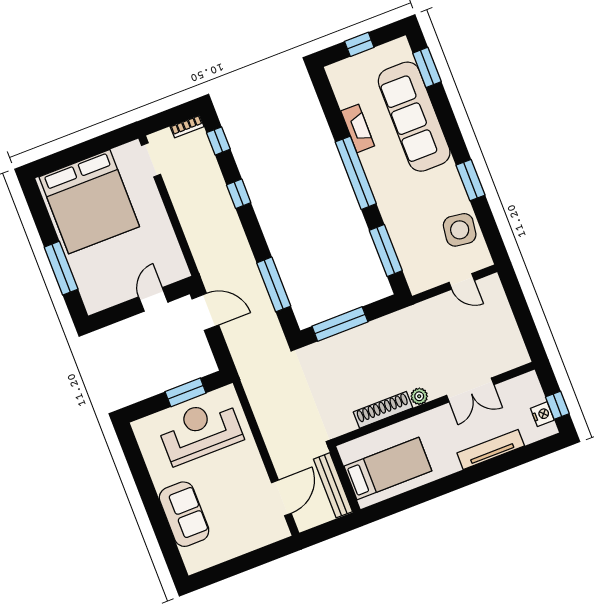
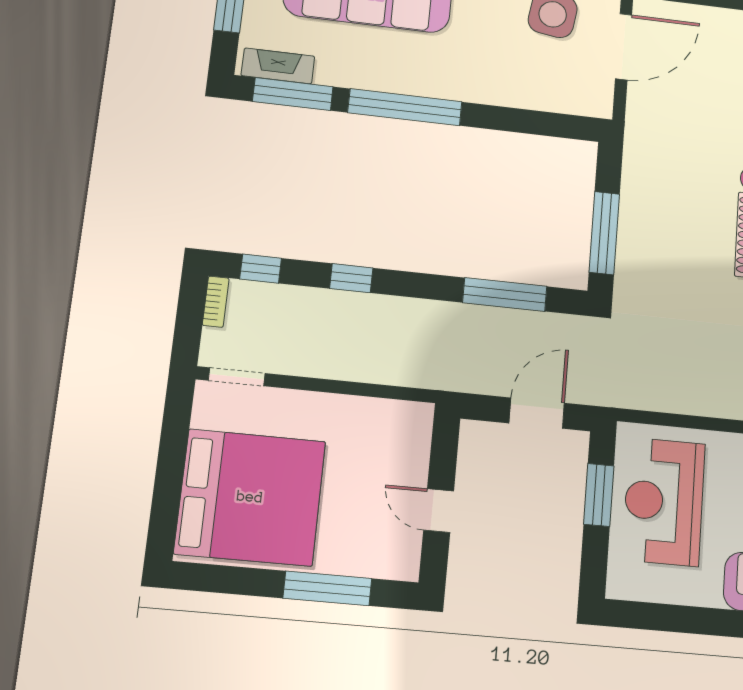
fireplace: (358, 128) -> (278, 66), moved
window: (386, 251) -> (293, 94), moved
door: (462, 281) -> (624, 47), width x1.88
door: (153, 299) -> (439, 511), moved
door: (205, 312) -> (537, 413), moved

